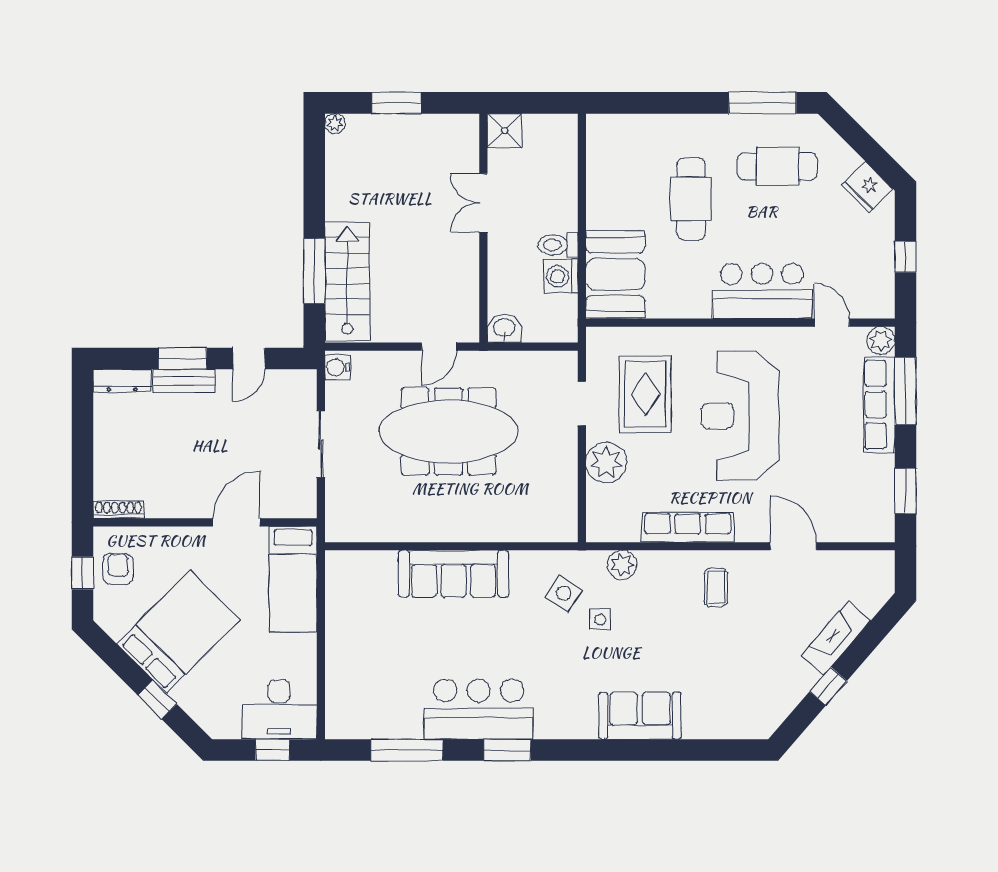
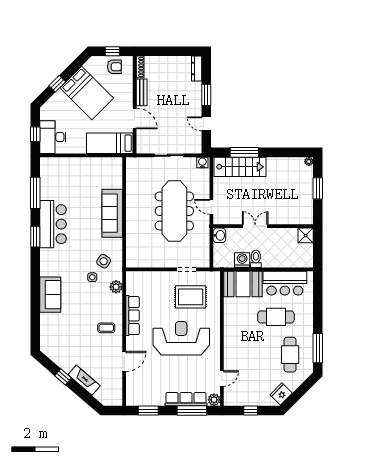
double door: (483, 203) -> (255, 226), moved
bar counter: (762, 291) -> (285, 283), moved, turned 90
bench: (184, 381) -> (142, 92), moved
plant: (606, 462) -> (161, 280), removed

